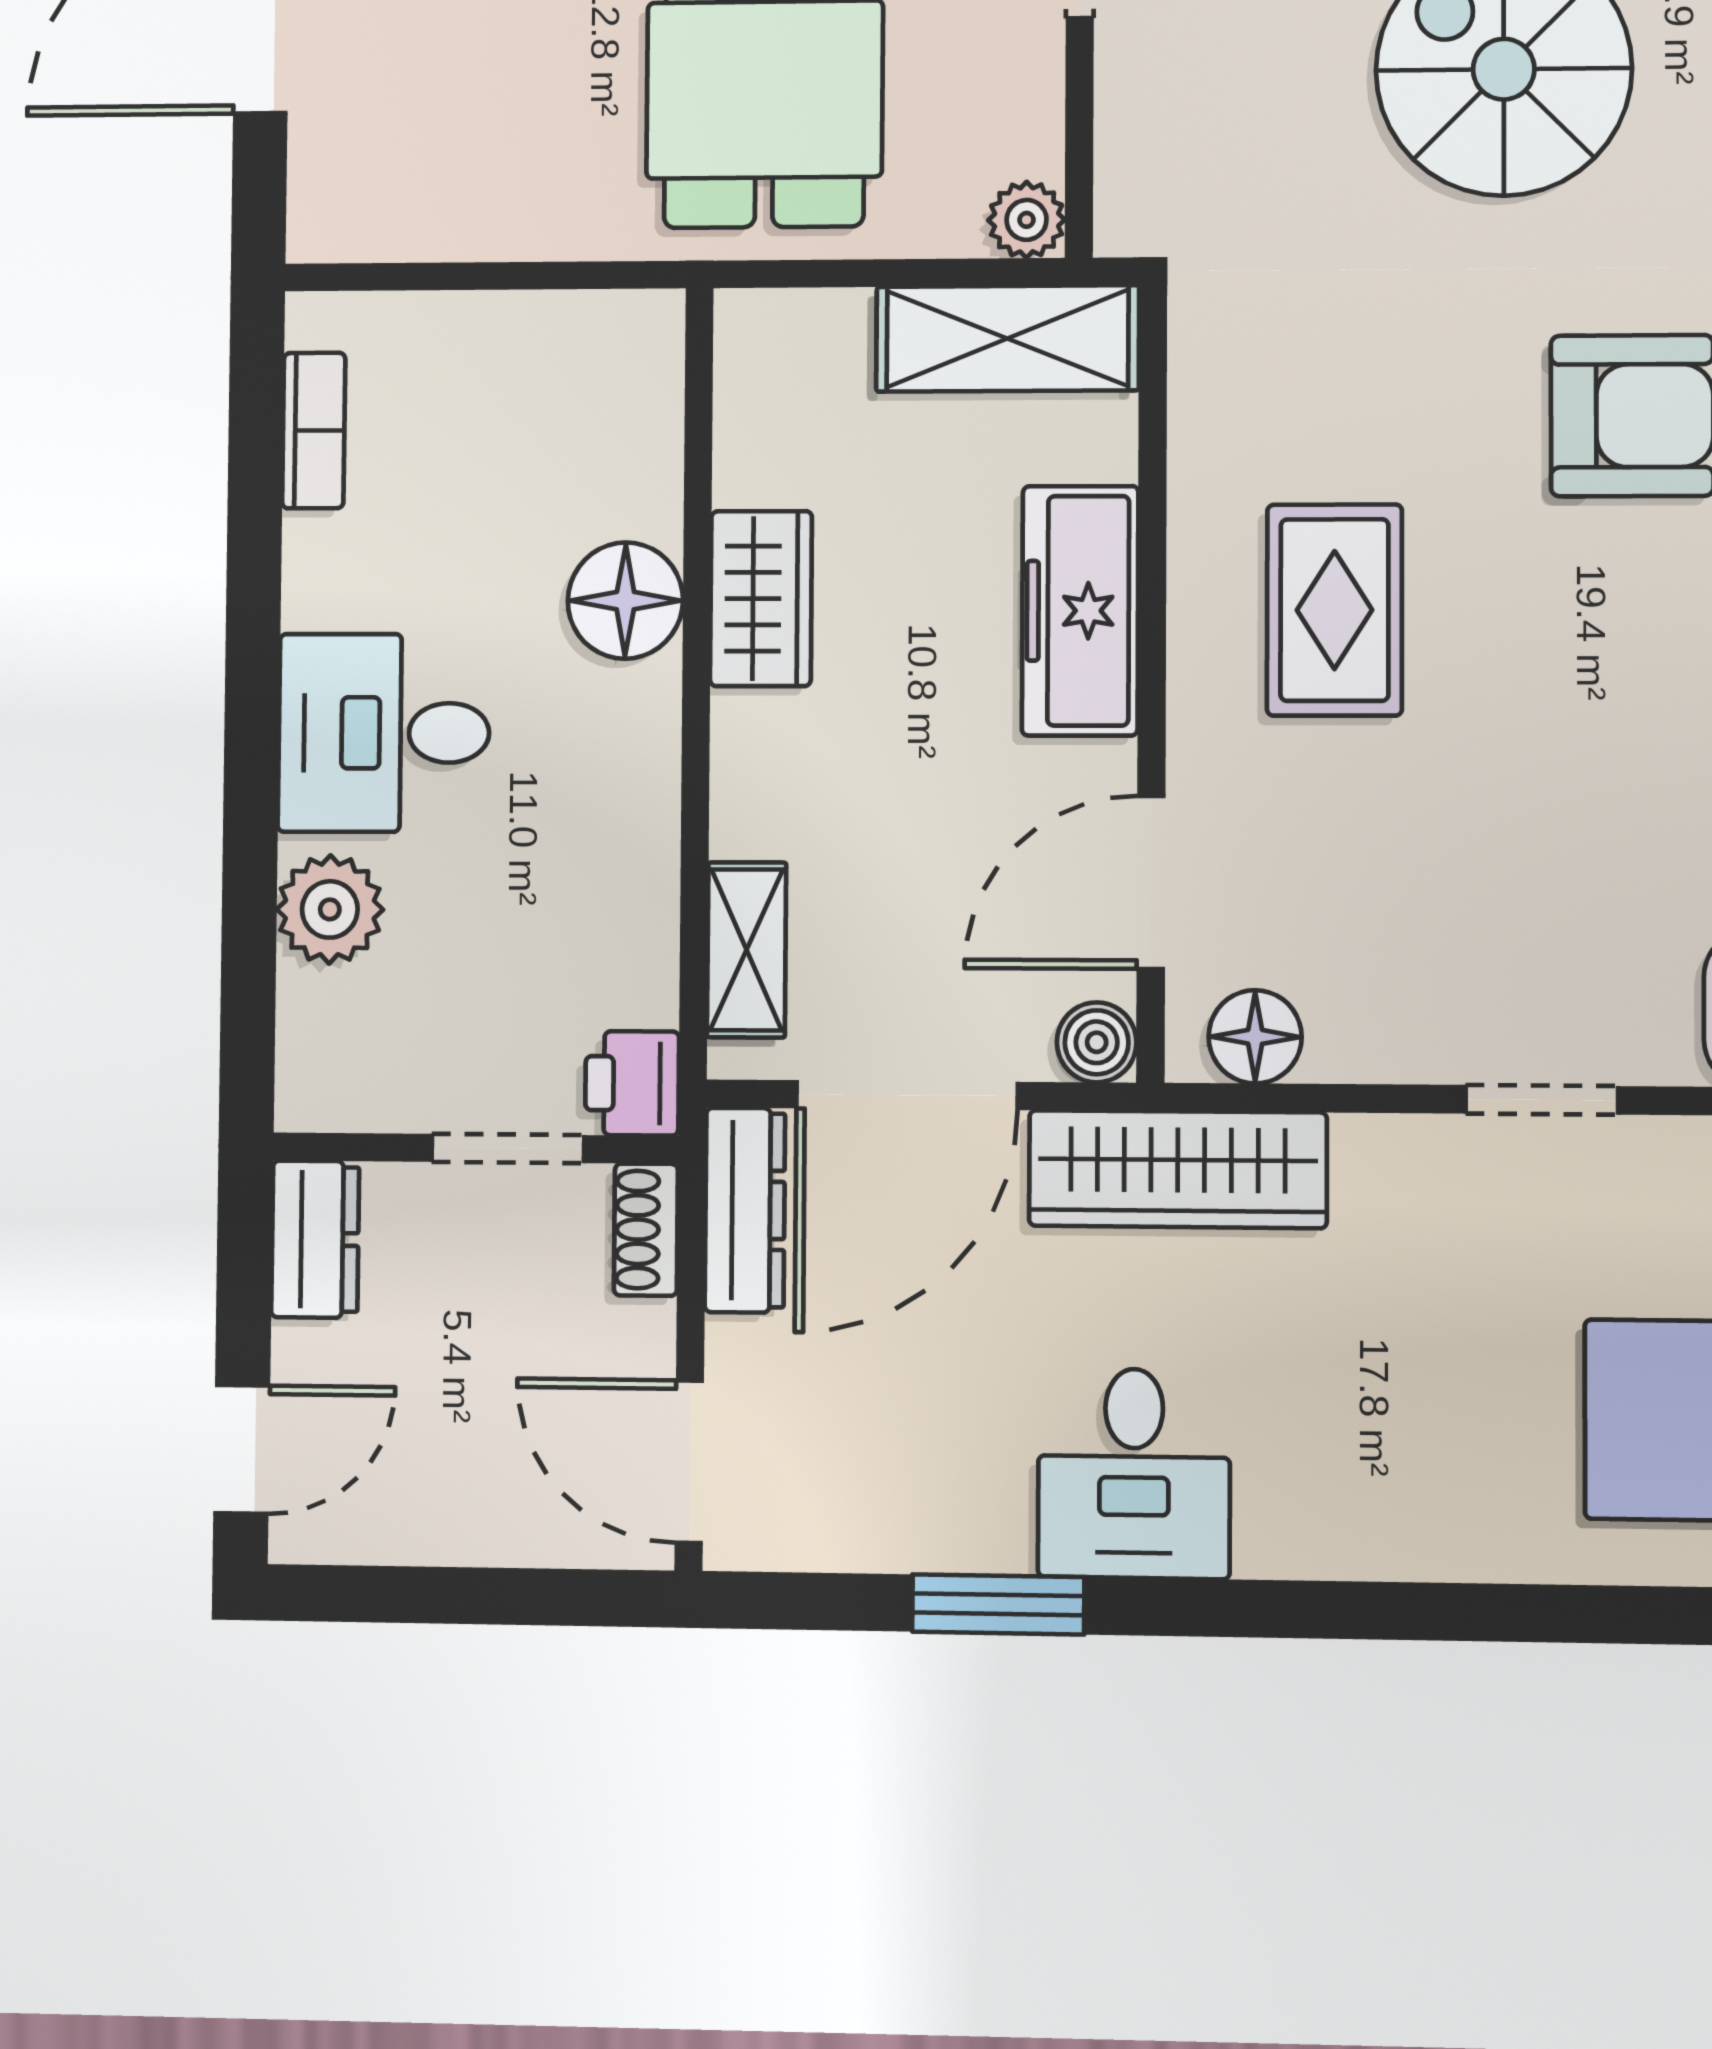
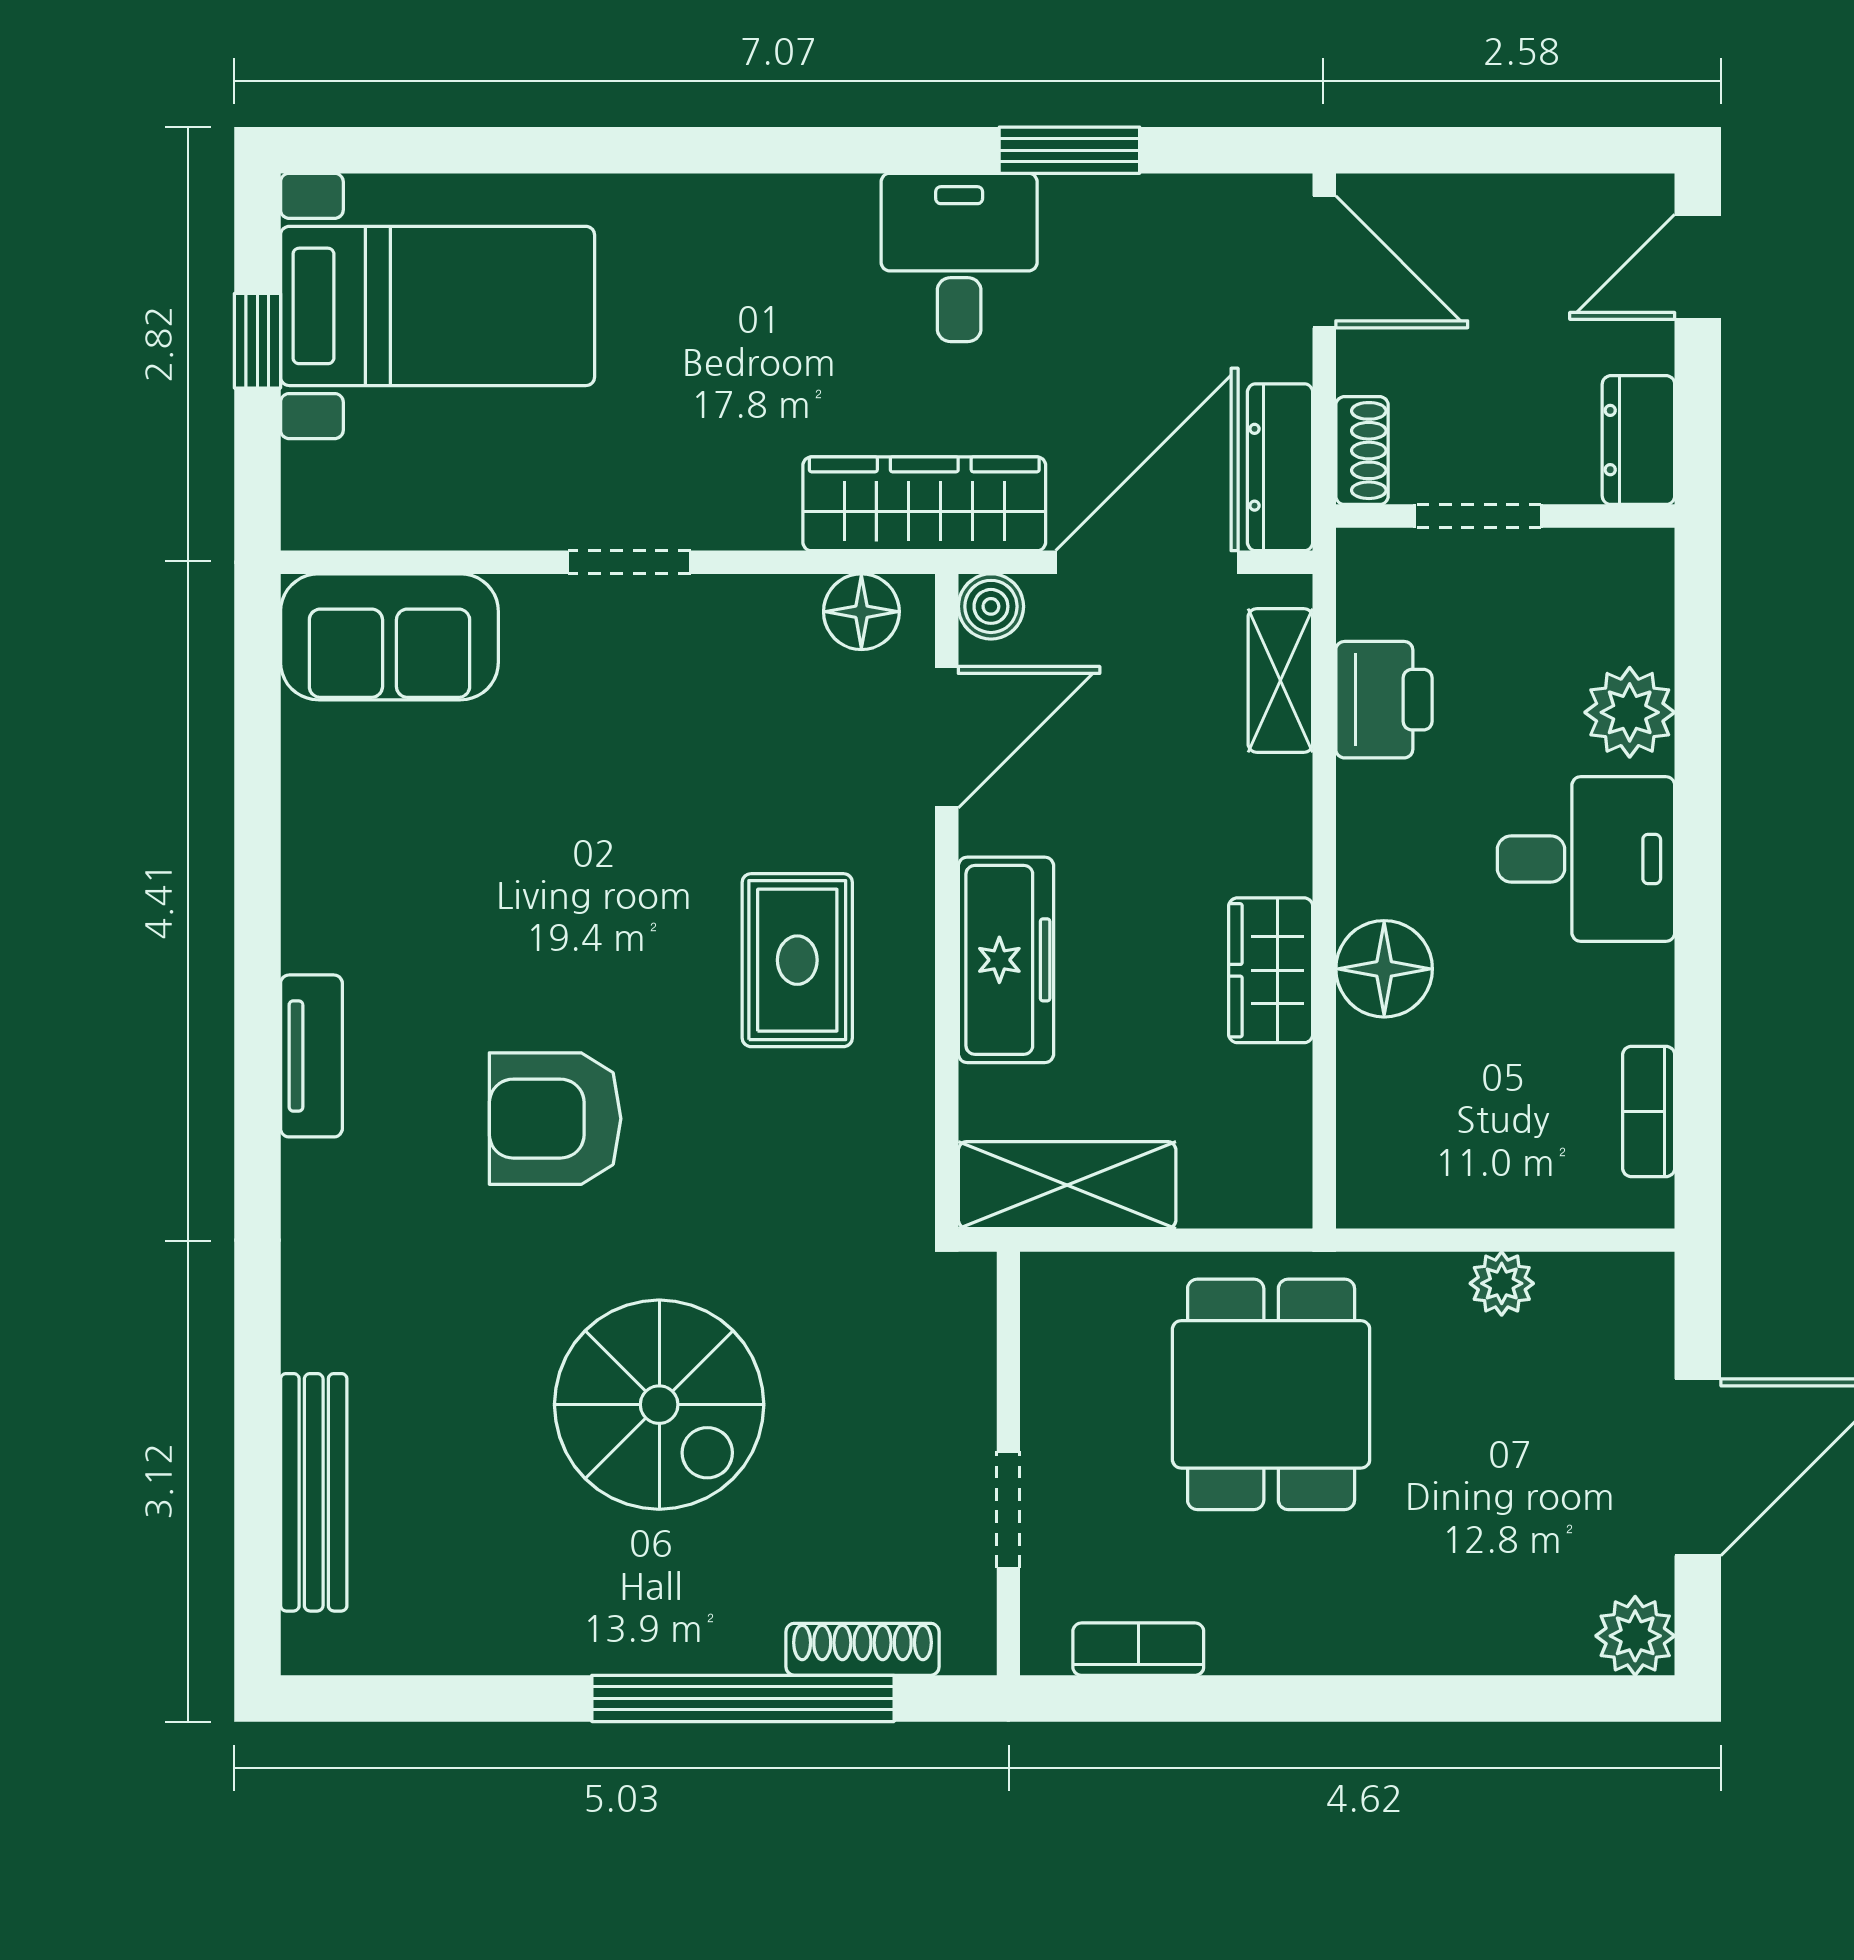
plant: (1027, 220) -> (1502, 1283), moved
printer: (632, 1083) -> (1384, 700), moved, width x1.36, depth x1.24

